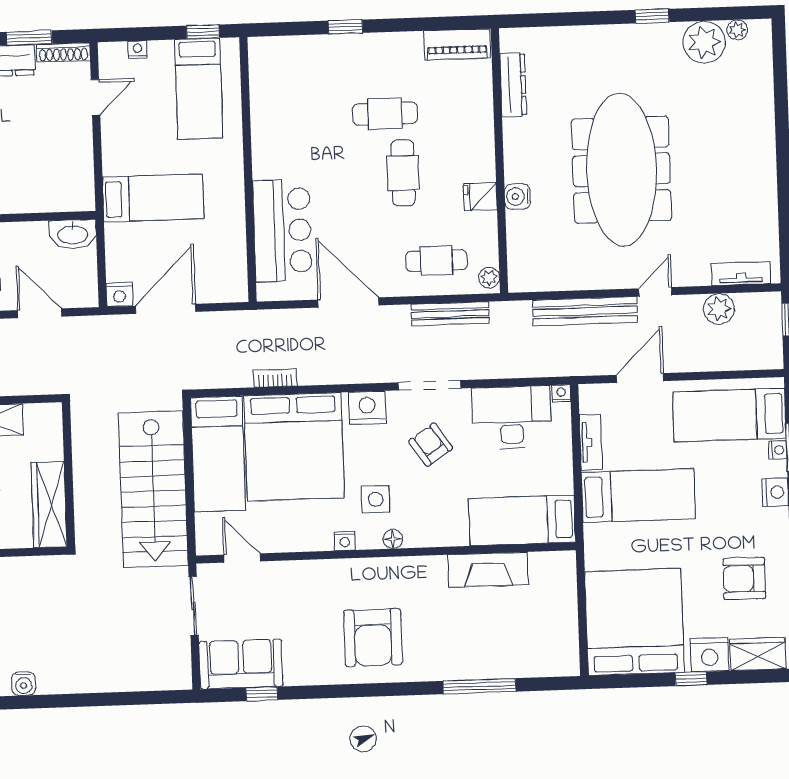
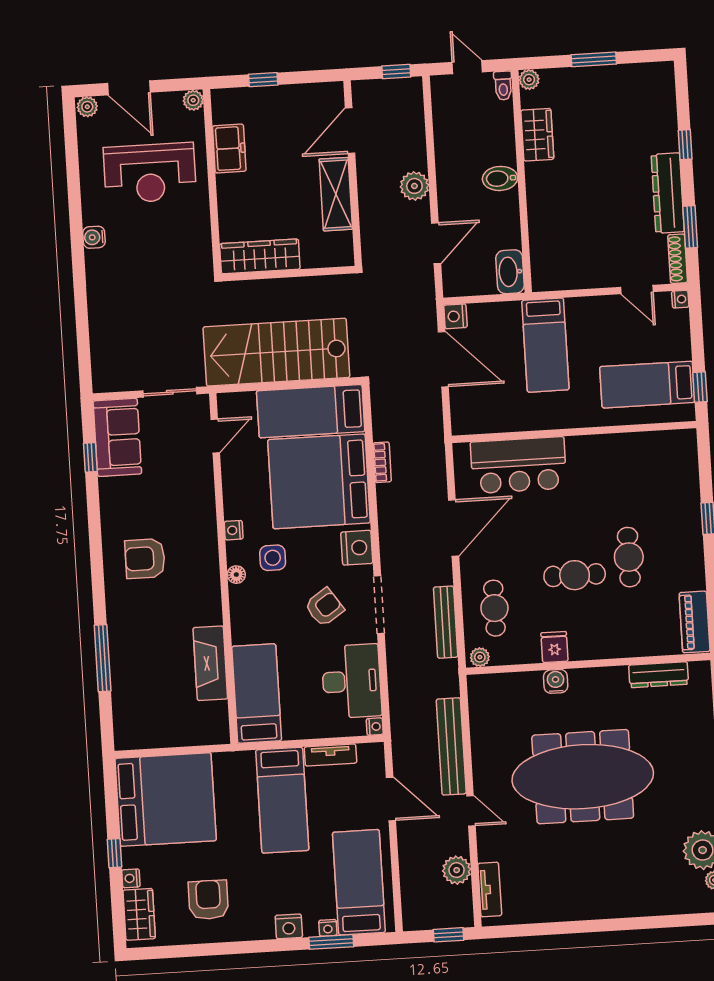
nightstand: (137, 50) -> (680, 299), moved
armchair: (373, 637) -> (145, 559), width x0.73, depth x0.73
nightstand: (710, 655) -> (131, 878), width x0.53, depth x0.56

